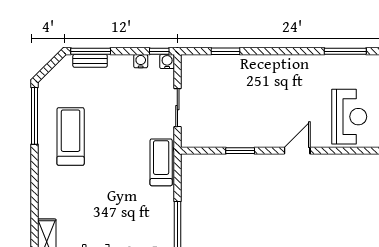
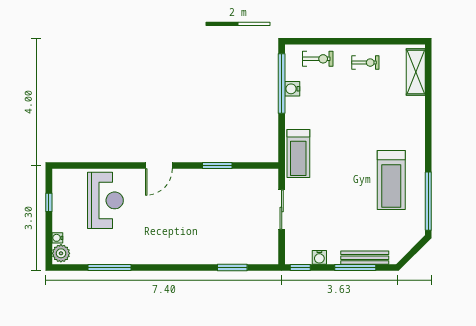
window: (91, 51) -> (355, 268), moved
bench: (90, 61) -> (365, 258), width x1.36
water cooler: (167, 62) -> (292, 89), moved, turned 90
reception desk: (349, 117) -> (105, 200), turned 180

